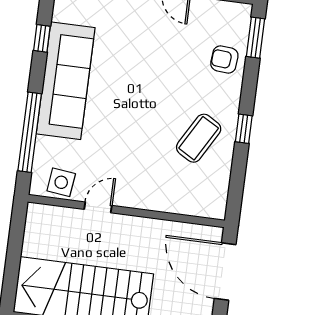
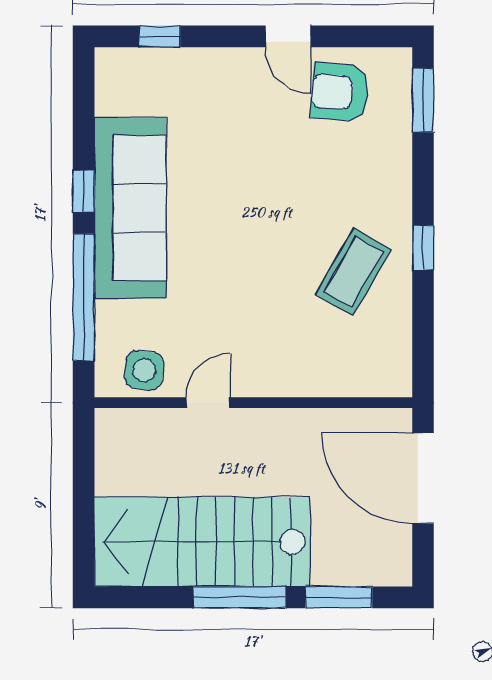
window: (42, 38) -> (84, 191), moved
armchair: (224, 60) -> (340, 92), moved, width x1.38, depth x1.38

